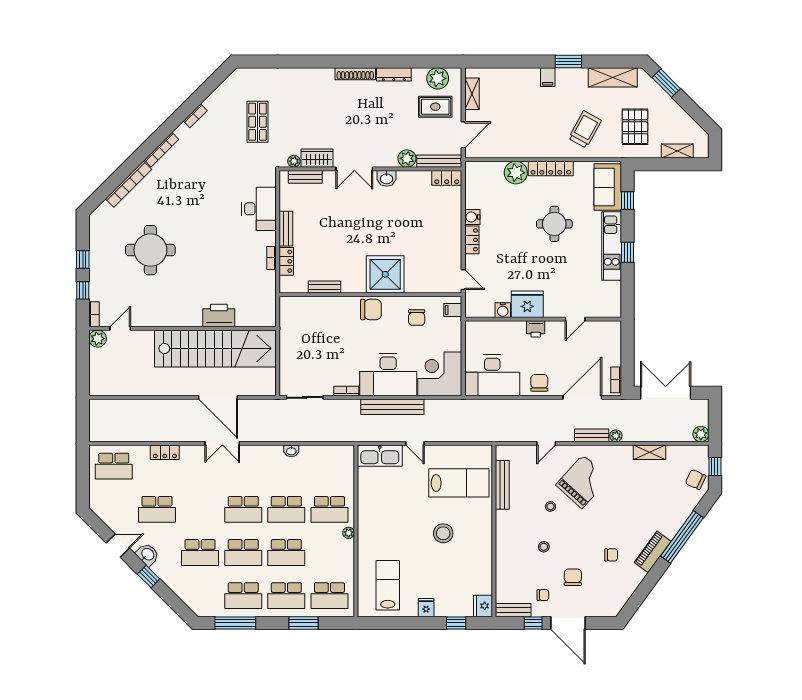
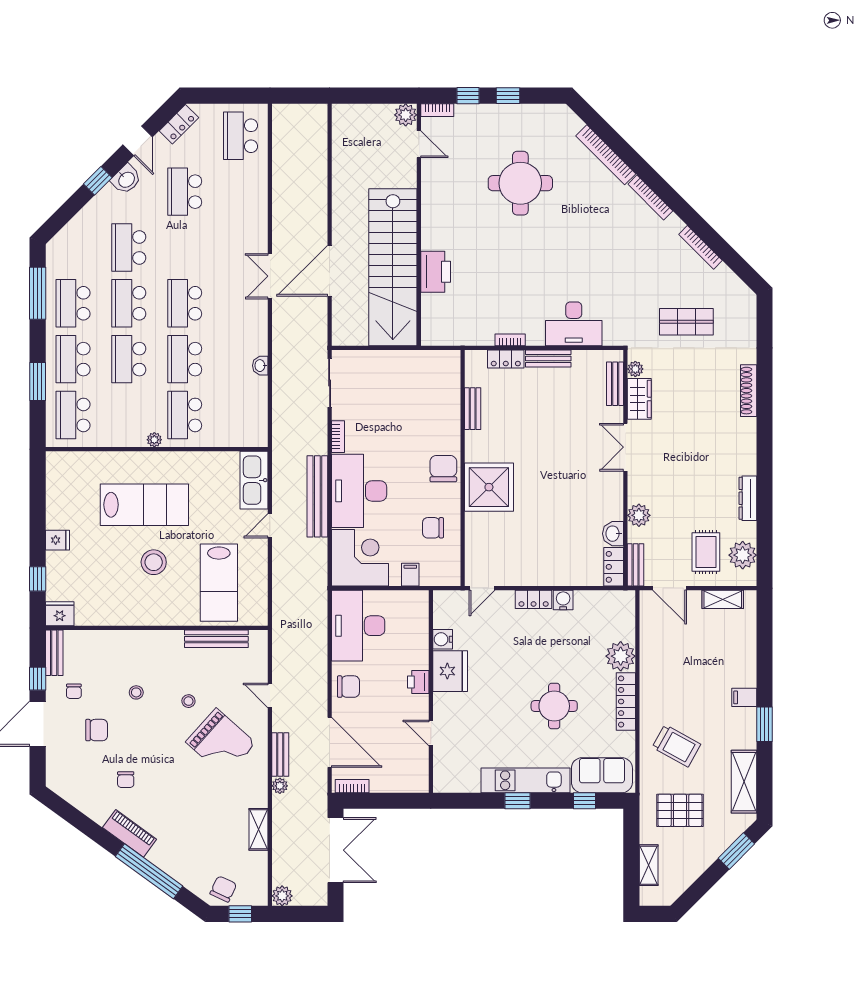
shoe rack: (355, 74) -> (749, 391), moved
bookcase: (195, 116) -> (700, 247), width x1.56
bench: (439, 161) -> (636, 565), width x0.73
washbasin: (387, 178) -> (613, 534), moved
chair: (371, 310) -> (443, 469), turned 180
filing cabinet: (453, 310) -> (410, 575), moved
locker: (165, 452) -> (179, 124), moved, turned -135
lab bench: (388, 585) -> (144, 505), moved, width x1.36, depth x1.39

